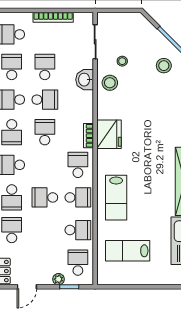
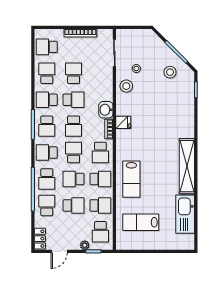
washbasin: (85, 80) -> (106, 110), moved
school desk: (45, 132) -> (74, 126), turned 180
fridge: (109, 134) -> (123, 122), width x0.53, depth x0.75
school desk: (45, 165) -> (74, 153), added
school desk: (78, 165) -> (100, 153), turned 180
school desk: (45, 230) -> (74, 205), added
school desk: (78, 263) -> (100, 232), turned 180

